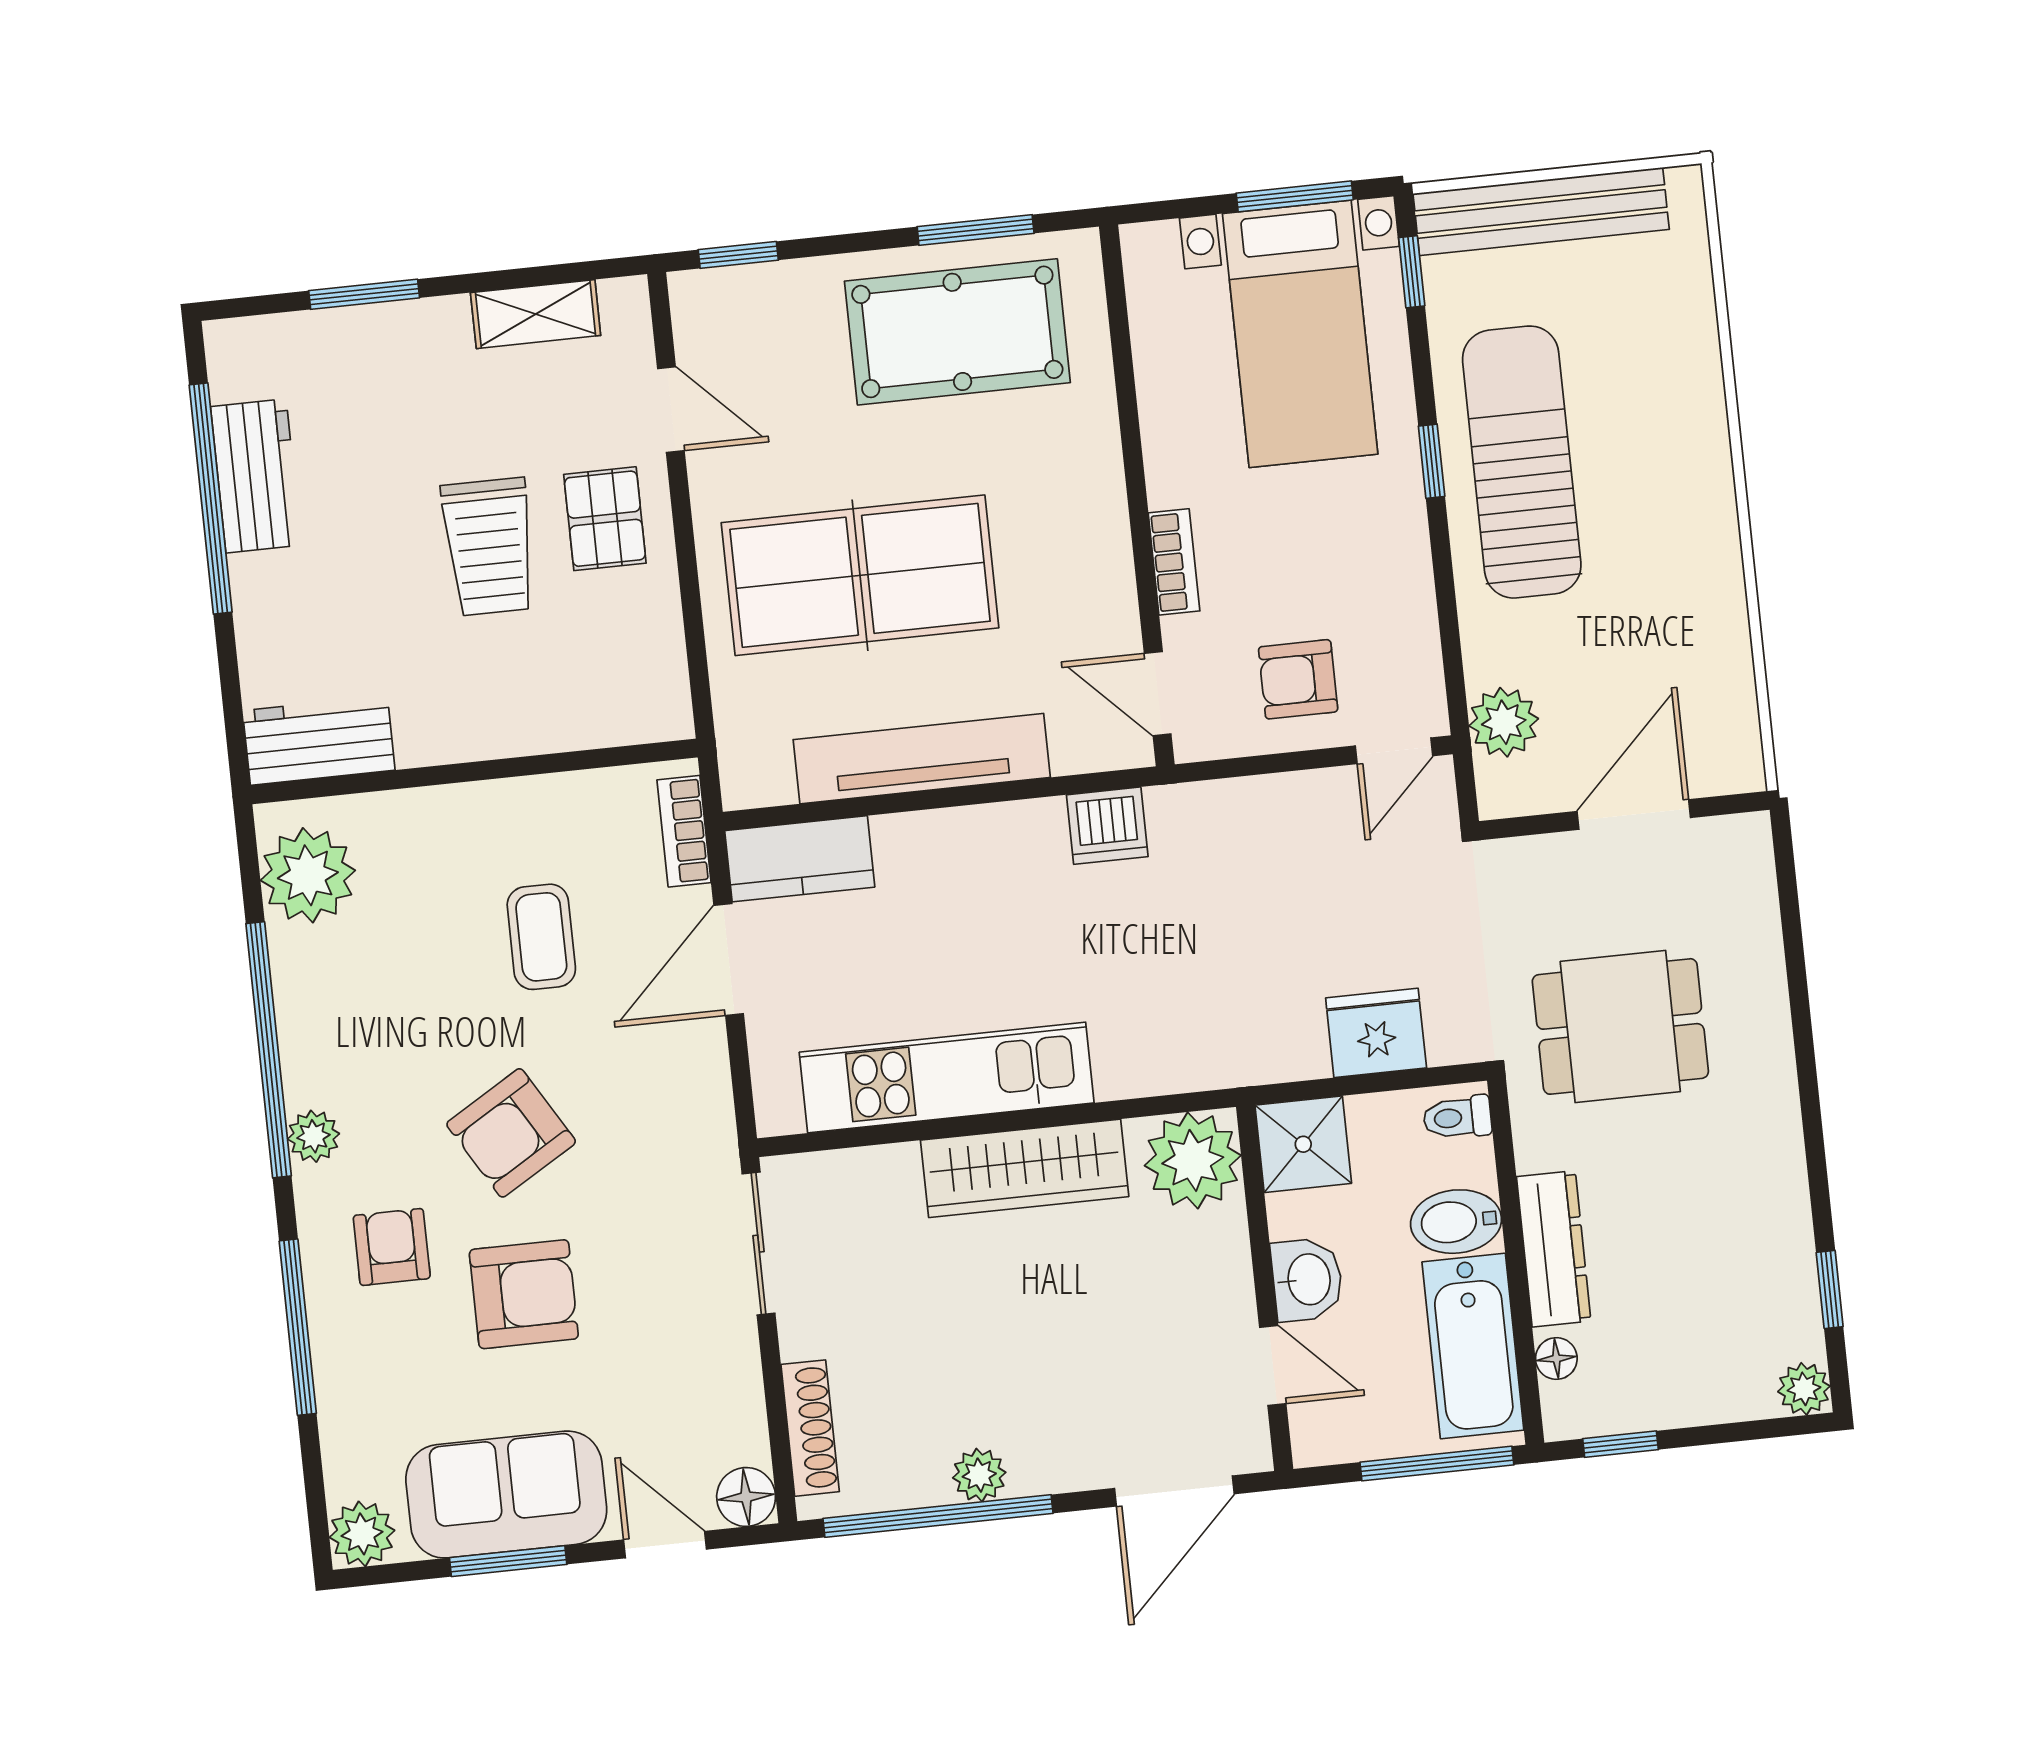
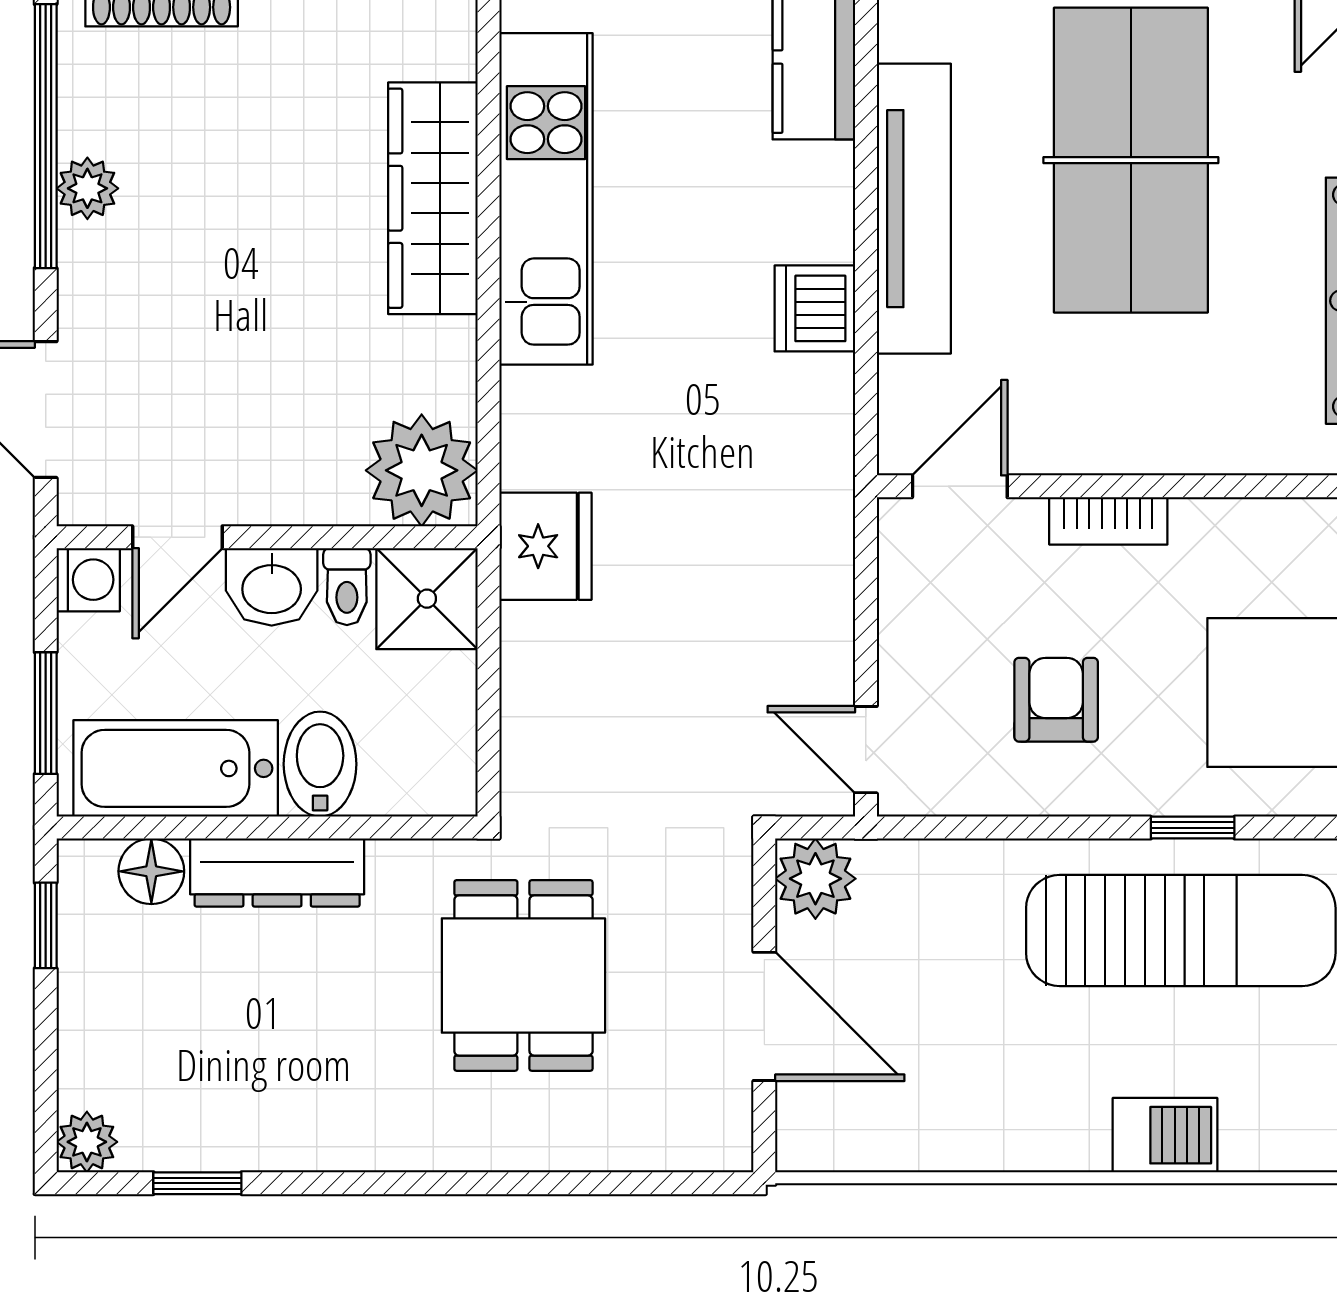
barbecue: (1700, 457) -> (1165, 1135), added
armchair: (1298, 679) -> (1056, 700), moved
plant: (1504, 722) -> (815, 879), moved
dishwasher: (1107, 826) -> (815, 308), moved
fridge: (1376, 1033) -> (545, 546), moved
toilet: (1457, 1117) -> (347, 587), moved, turned 180
wardrobe: (1025, 1168) -> (433, 198), moved
floor lamp: (1556, 1359) -> (151, 871), width x1.37, depth x1.37
washing machine: (1318, 1439) -> (88, 580), added
window: (1437, 1463) -> (46, 713), width x0.69

